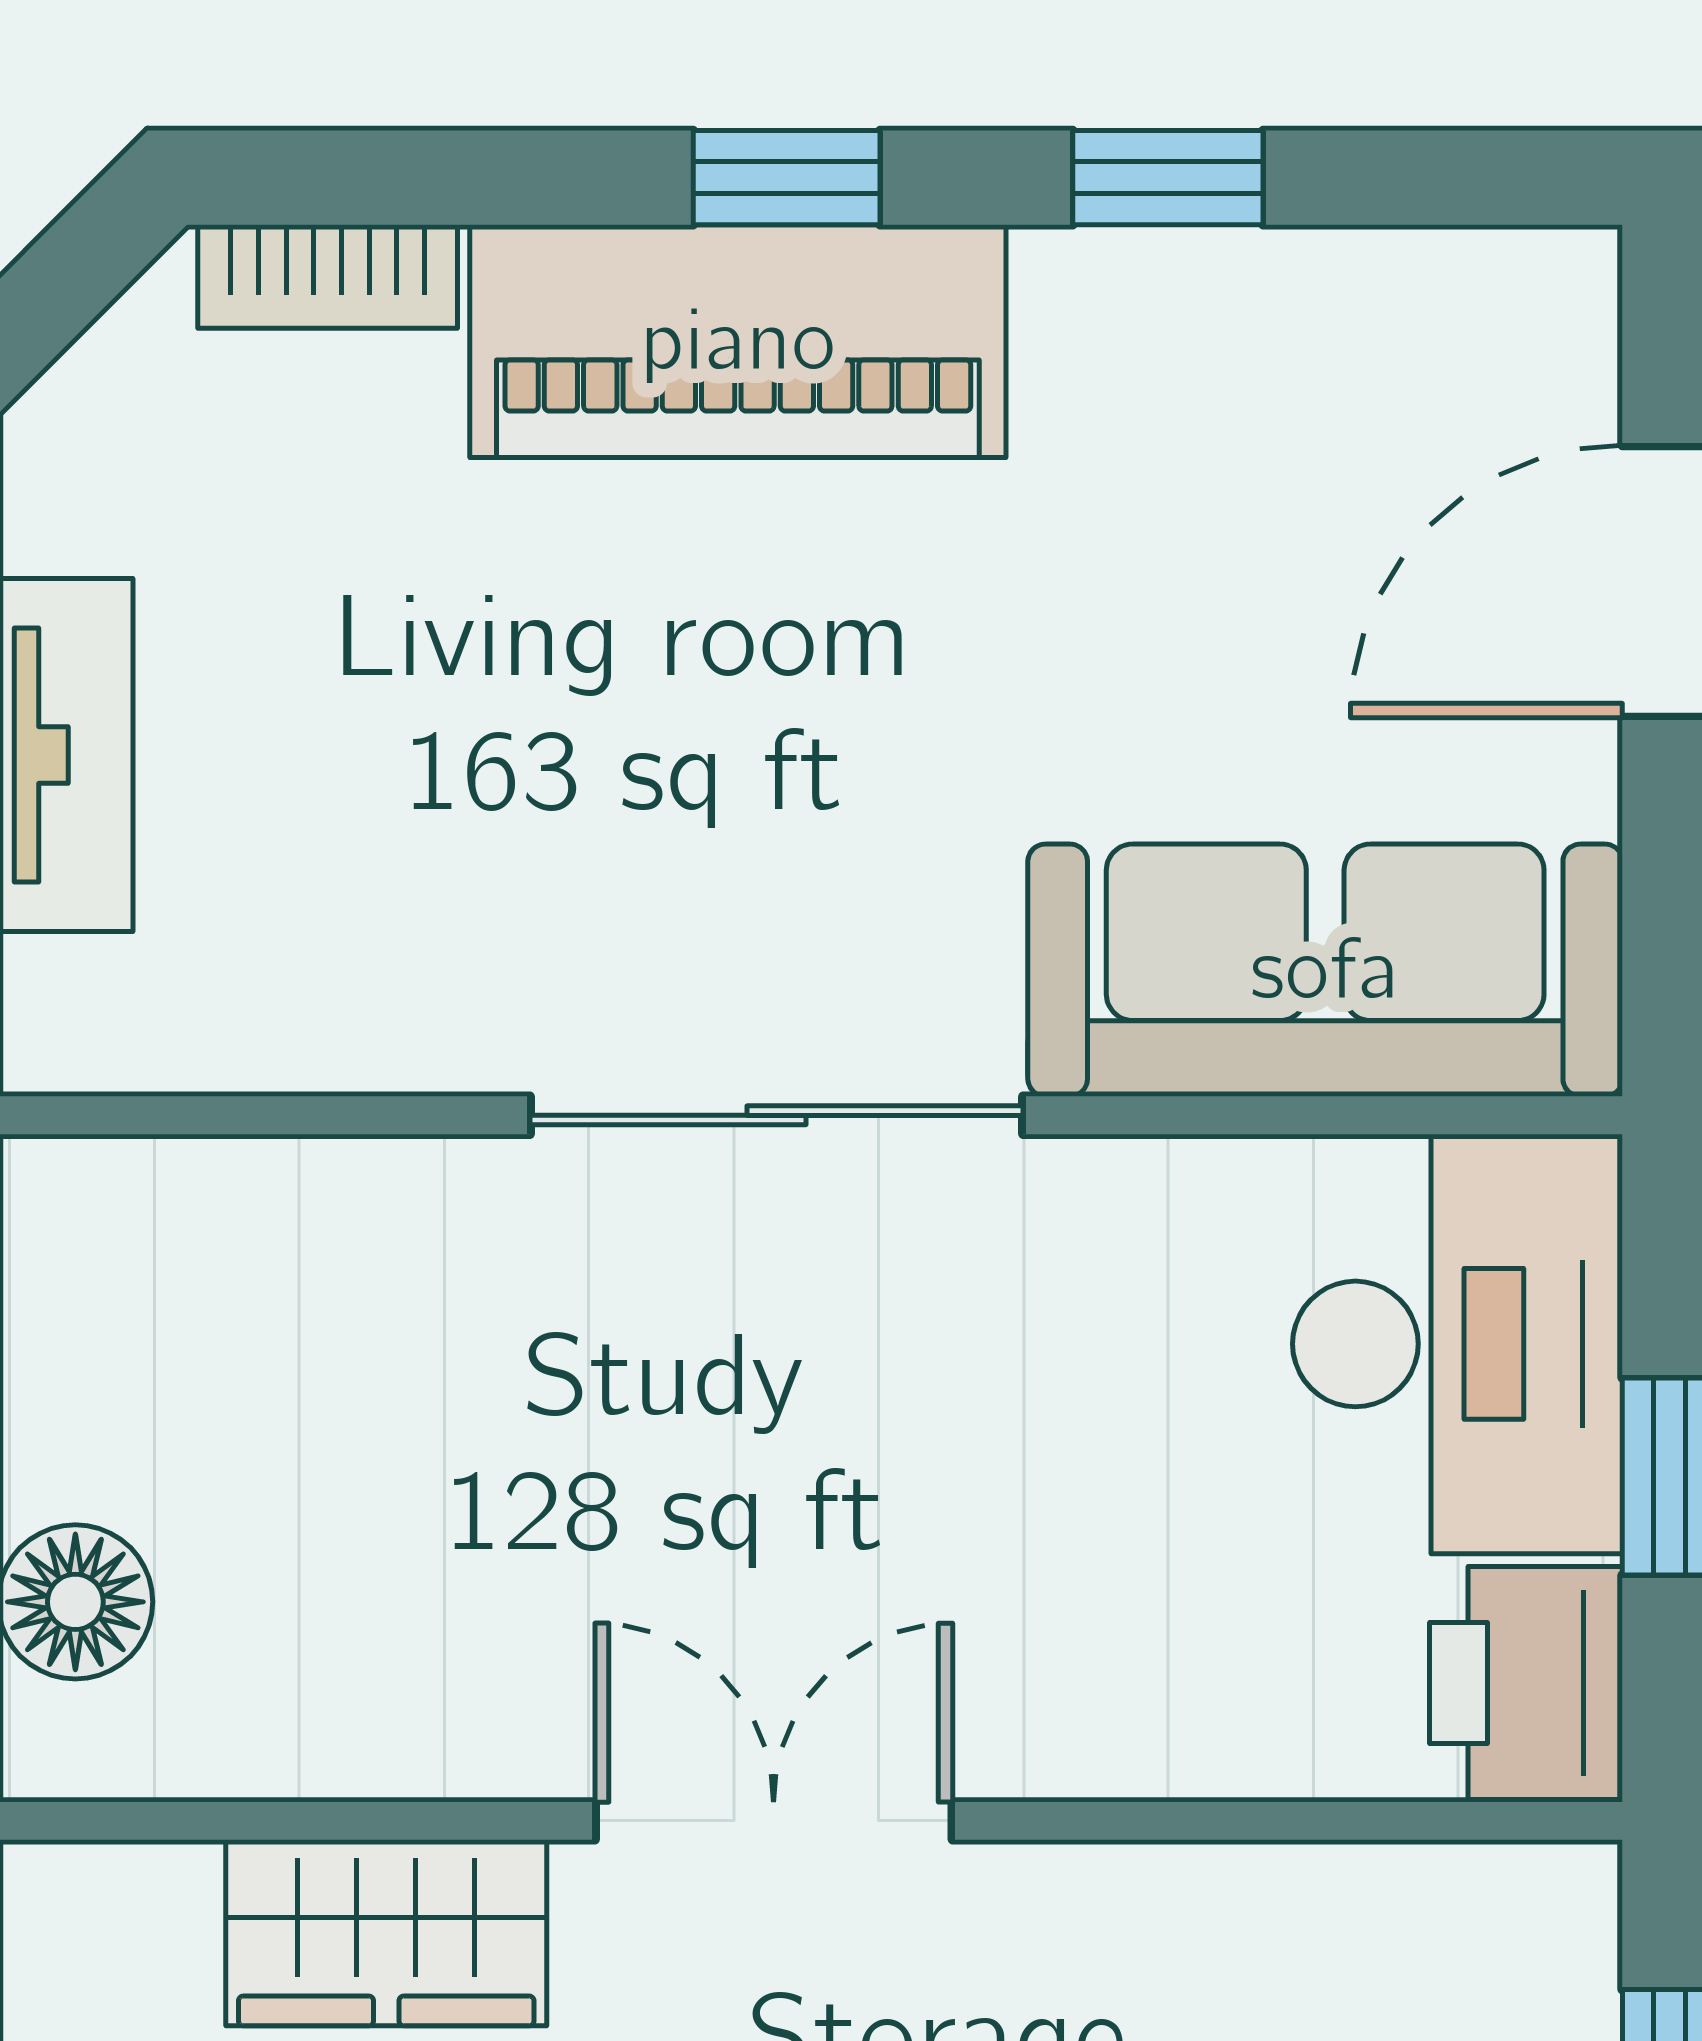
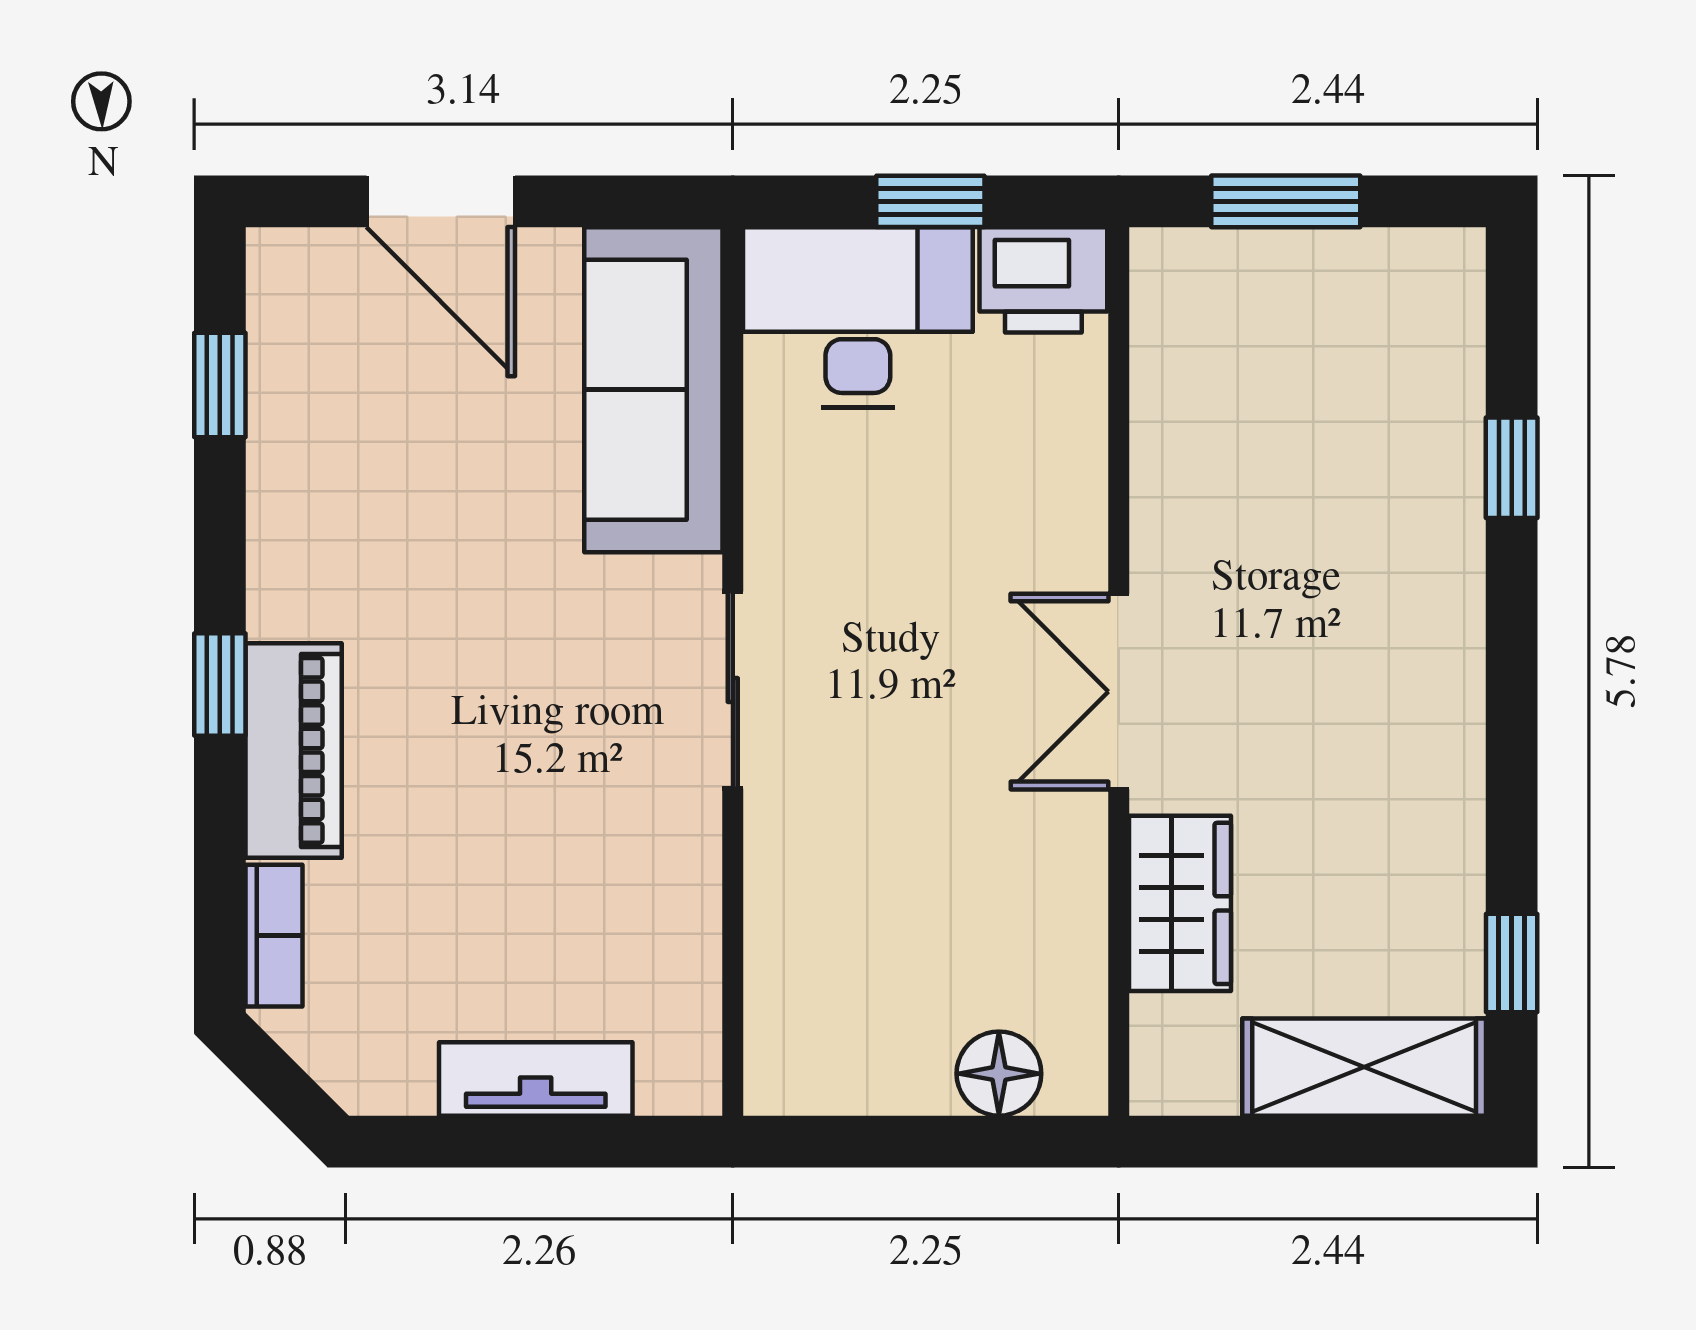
window: (1168, 178) -> (220, 385), moved
piano: (738, 341) -> (294, 750), width x0.73, depth x0.75
sliding door: (776, 1115) -> (733, 690), width x0.73

